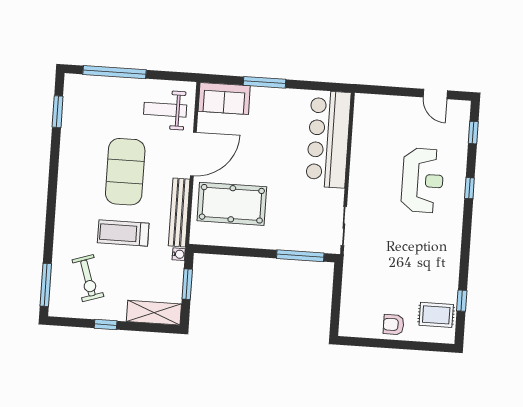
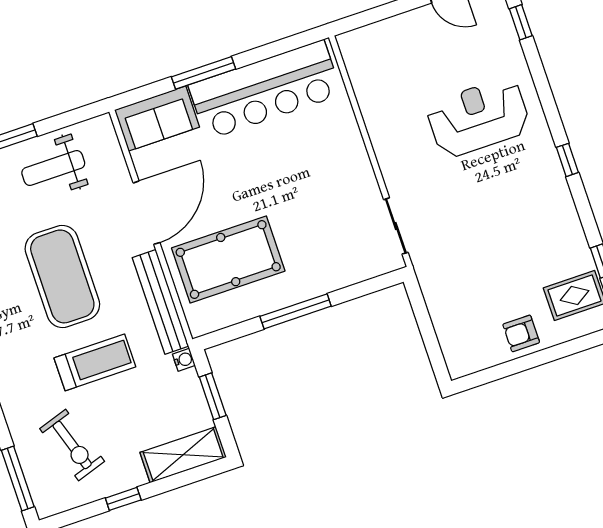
weight bench: (165, 110) -> (53, 168), moved
bar counter: (328, 139) -> (265, 90), moved, turned -90
reception desk: (423, 180) -> (478, 117), turned -90
window: (469, 188) -> (567, 160), moved
treadmill: (123, 233) -> (95, 362), turned 180
window: (300, 256) -> (296, 311), moved

